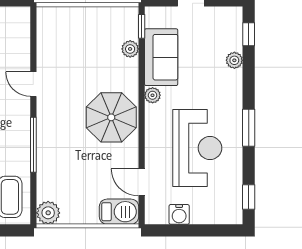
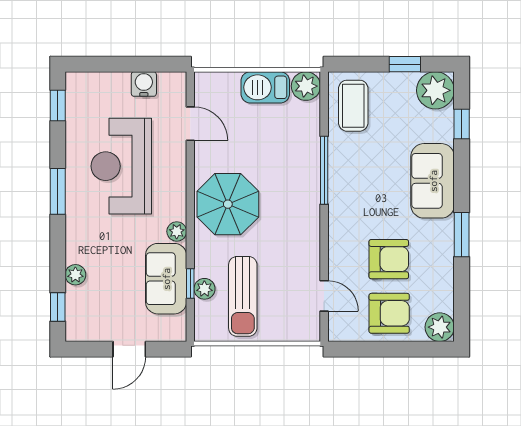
window: (142, 26) -> (190, 284), moved
sun lounger: (99, 43) -> (243, 296), added
door: (33, 84) -> (324, 296), moved
barbecue: (119, 212) -> (265, 87), moved

